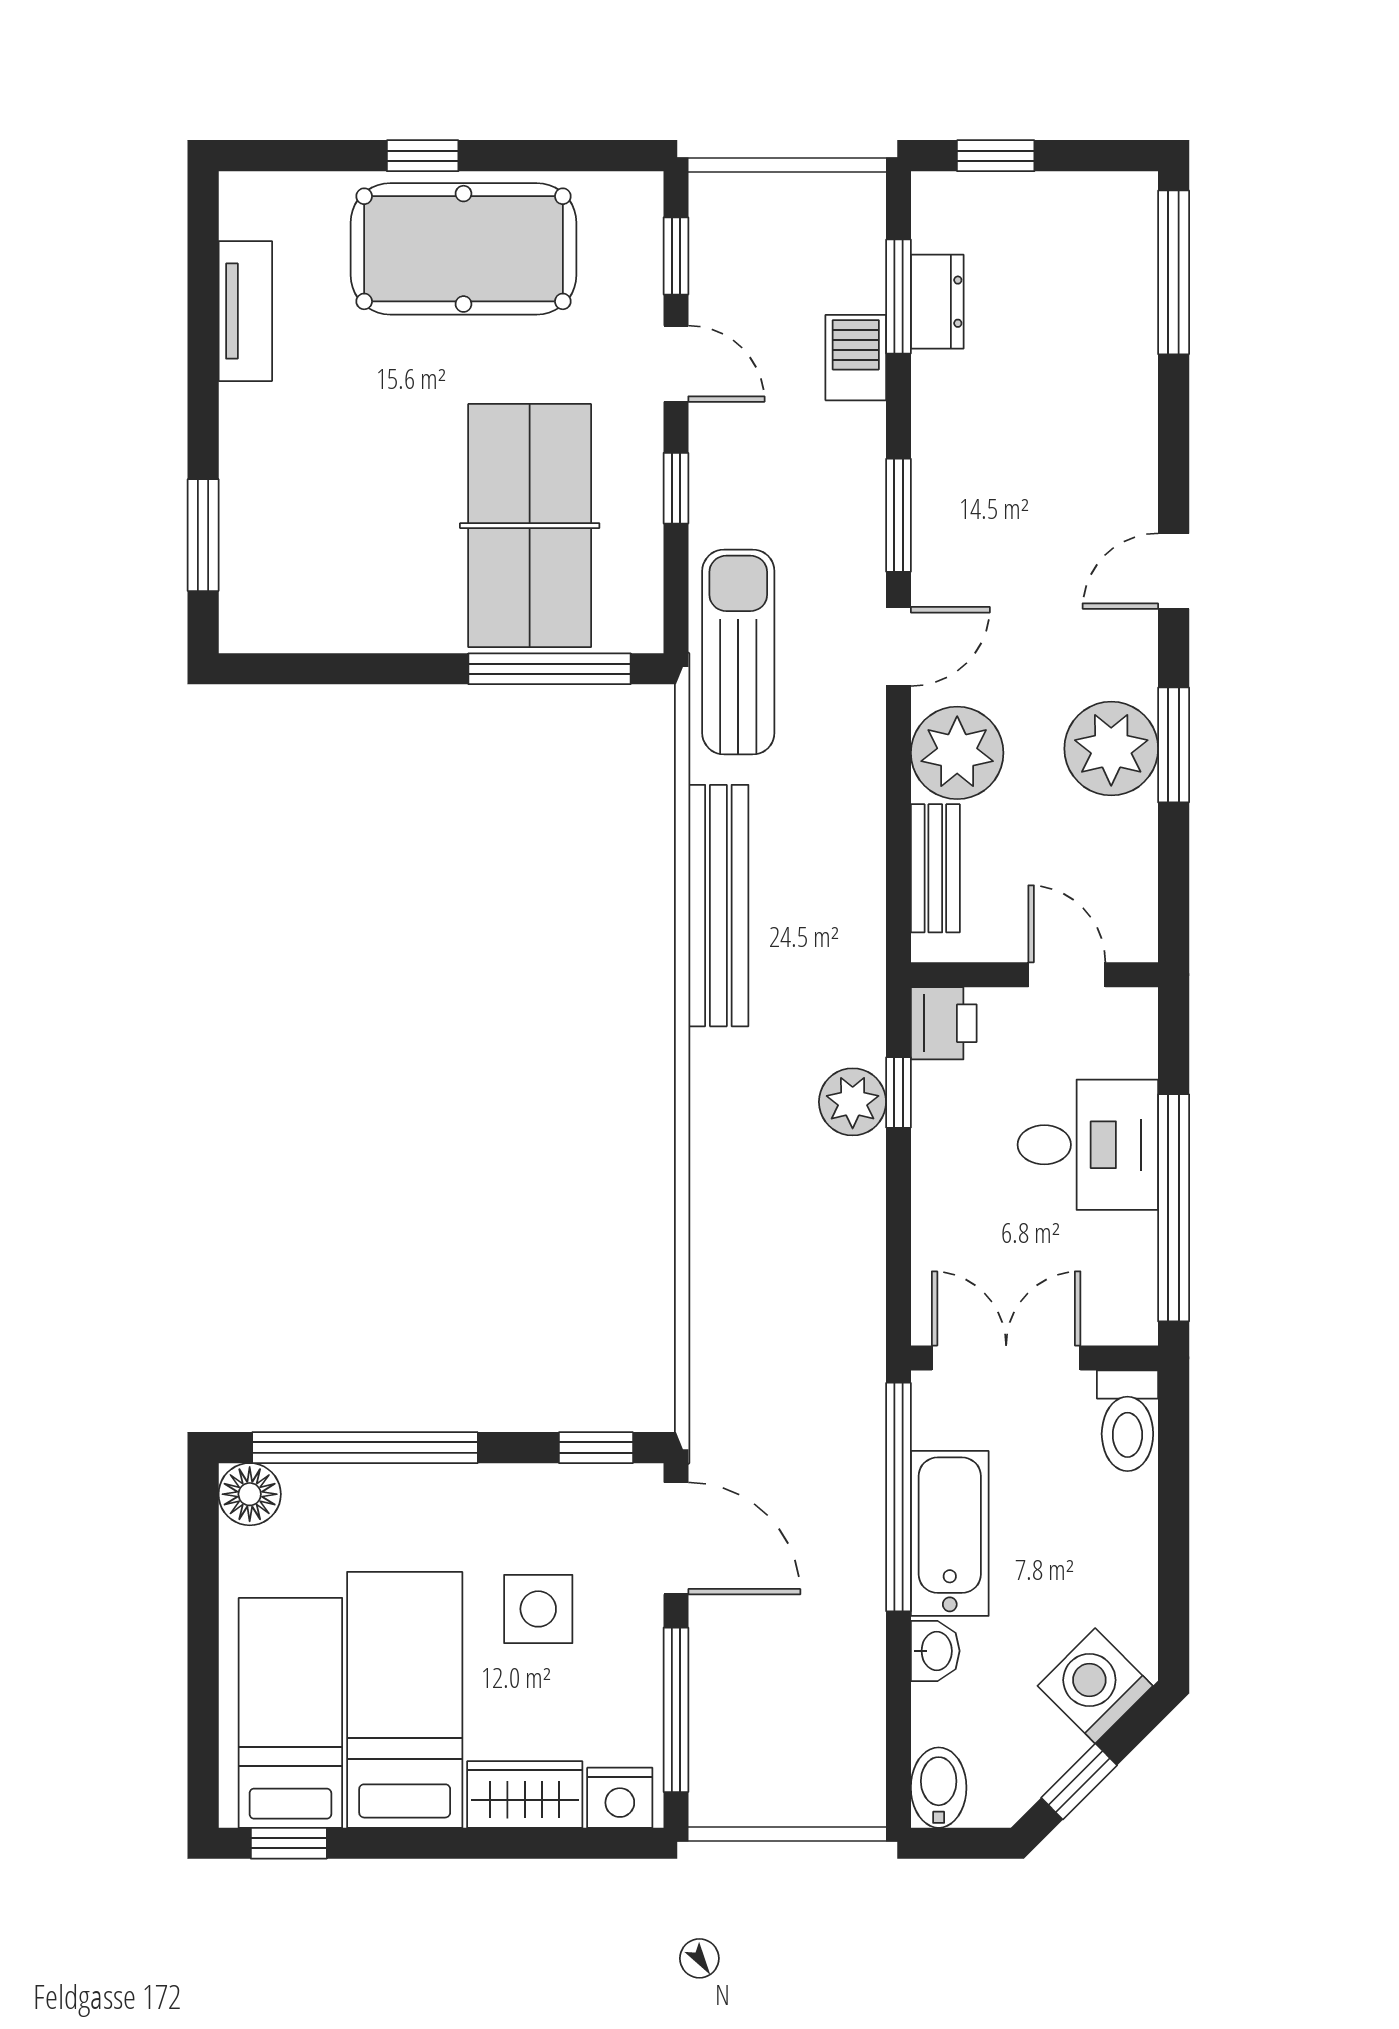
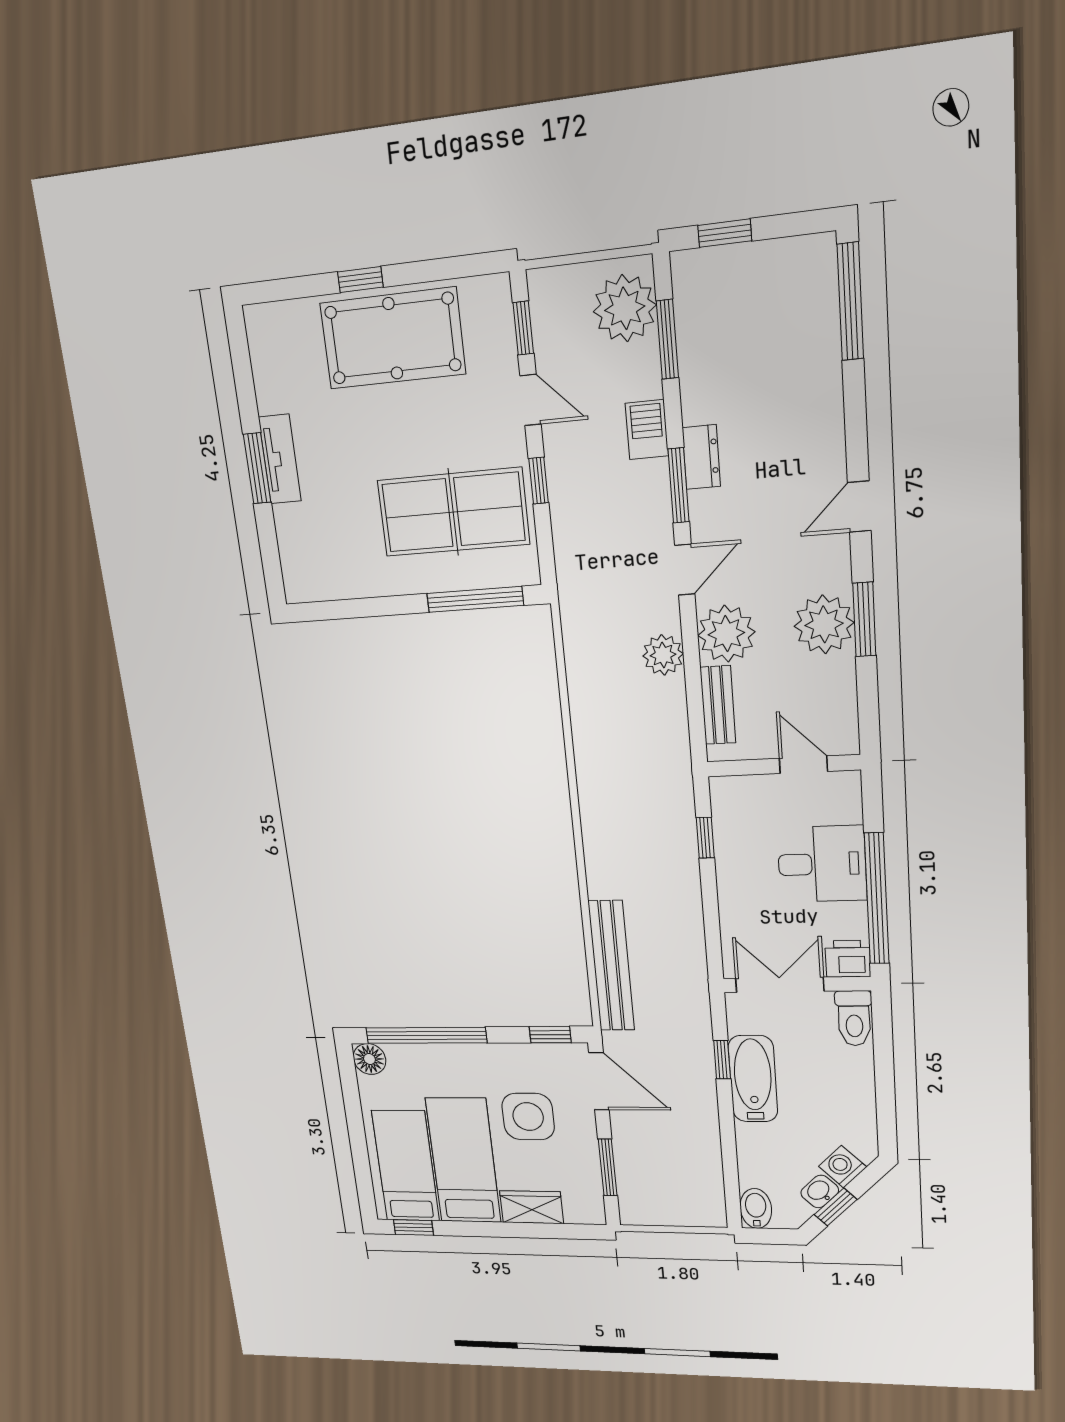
plant: (837, 245) -> (625, 308), added
dresser: (937, 302) -> (701, 457), moved
tv unit: (245, 311) -> (280, 459), moved
barbecue: (856, 358) -> (647, 430), moved
table tennis table: (530, 526) -> (453, 512), turned 90
window: (203, 535) -> (257, 468), moved
sun lounger: (738, 652) -> (586, 581), removed
bench: (718, 906) -> (611, 966), moved
printer: (944, 1023) -> (848, 959), moved, turned -90
plant: (853, 1102) -> (663, 655), moved
window: (898, 1497) -> (722, 1060), width x0.32
side table: (538, 1609) -> (528, 1117), width x1.37, depth x1.37
washbasin: (935, 1651) -> (820, 1191), moved, turned -135
washing machine: (1095, 1686) -> (843, 1167), width x0.73, depth x0.73
window: (676, 1710) -> (608, 1167), width x0.69
nightstand: (620, 1798) -> (582, 1210), removed

